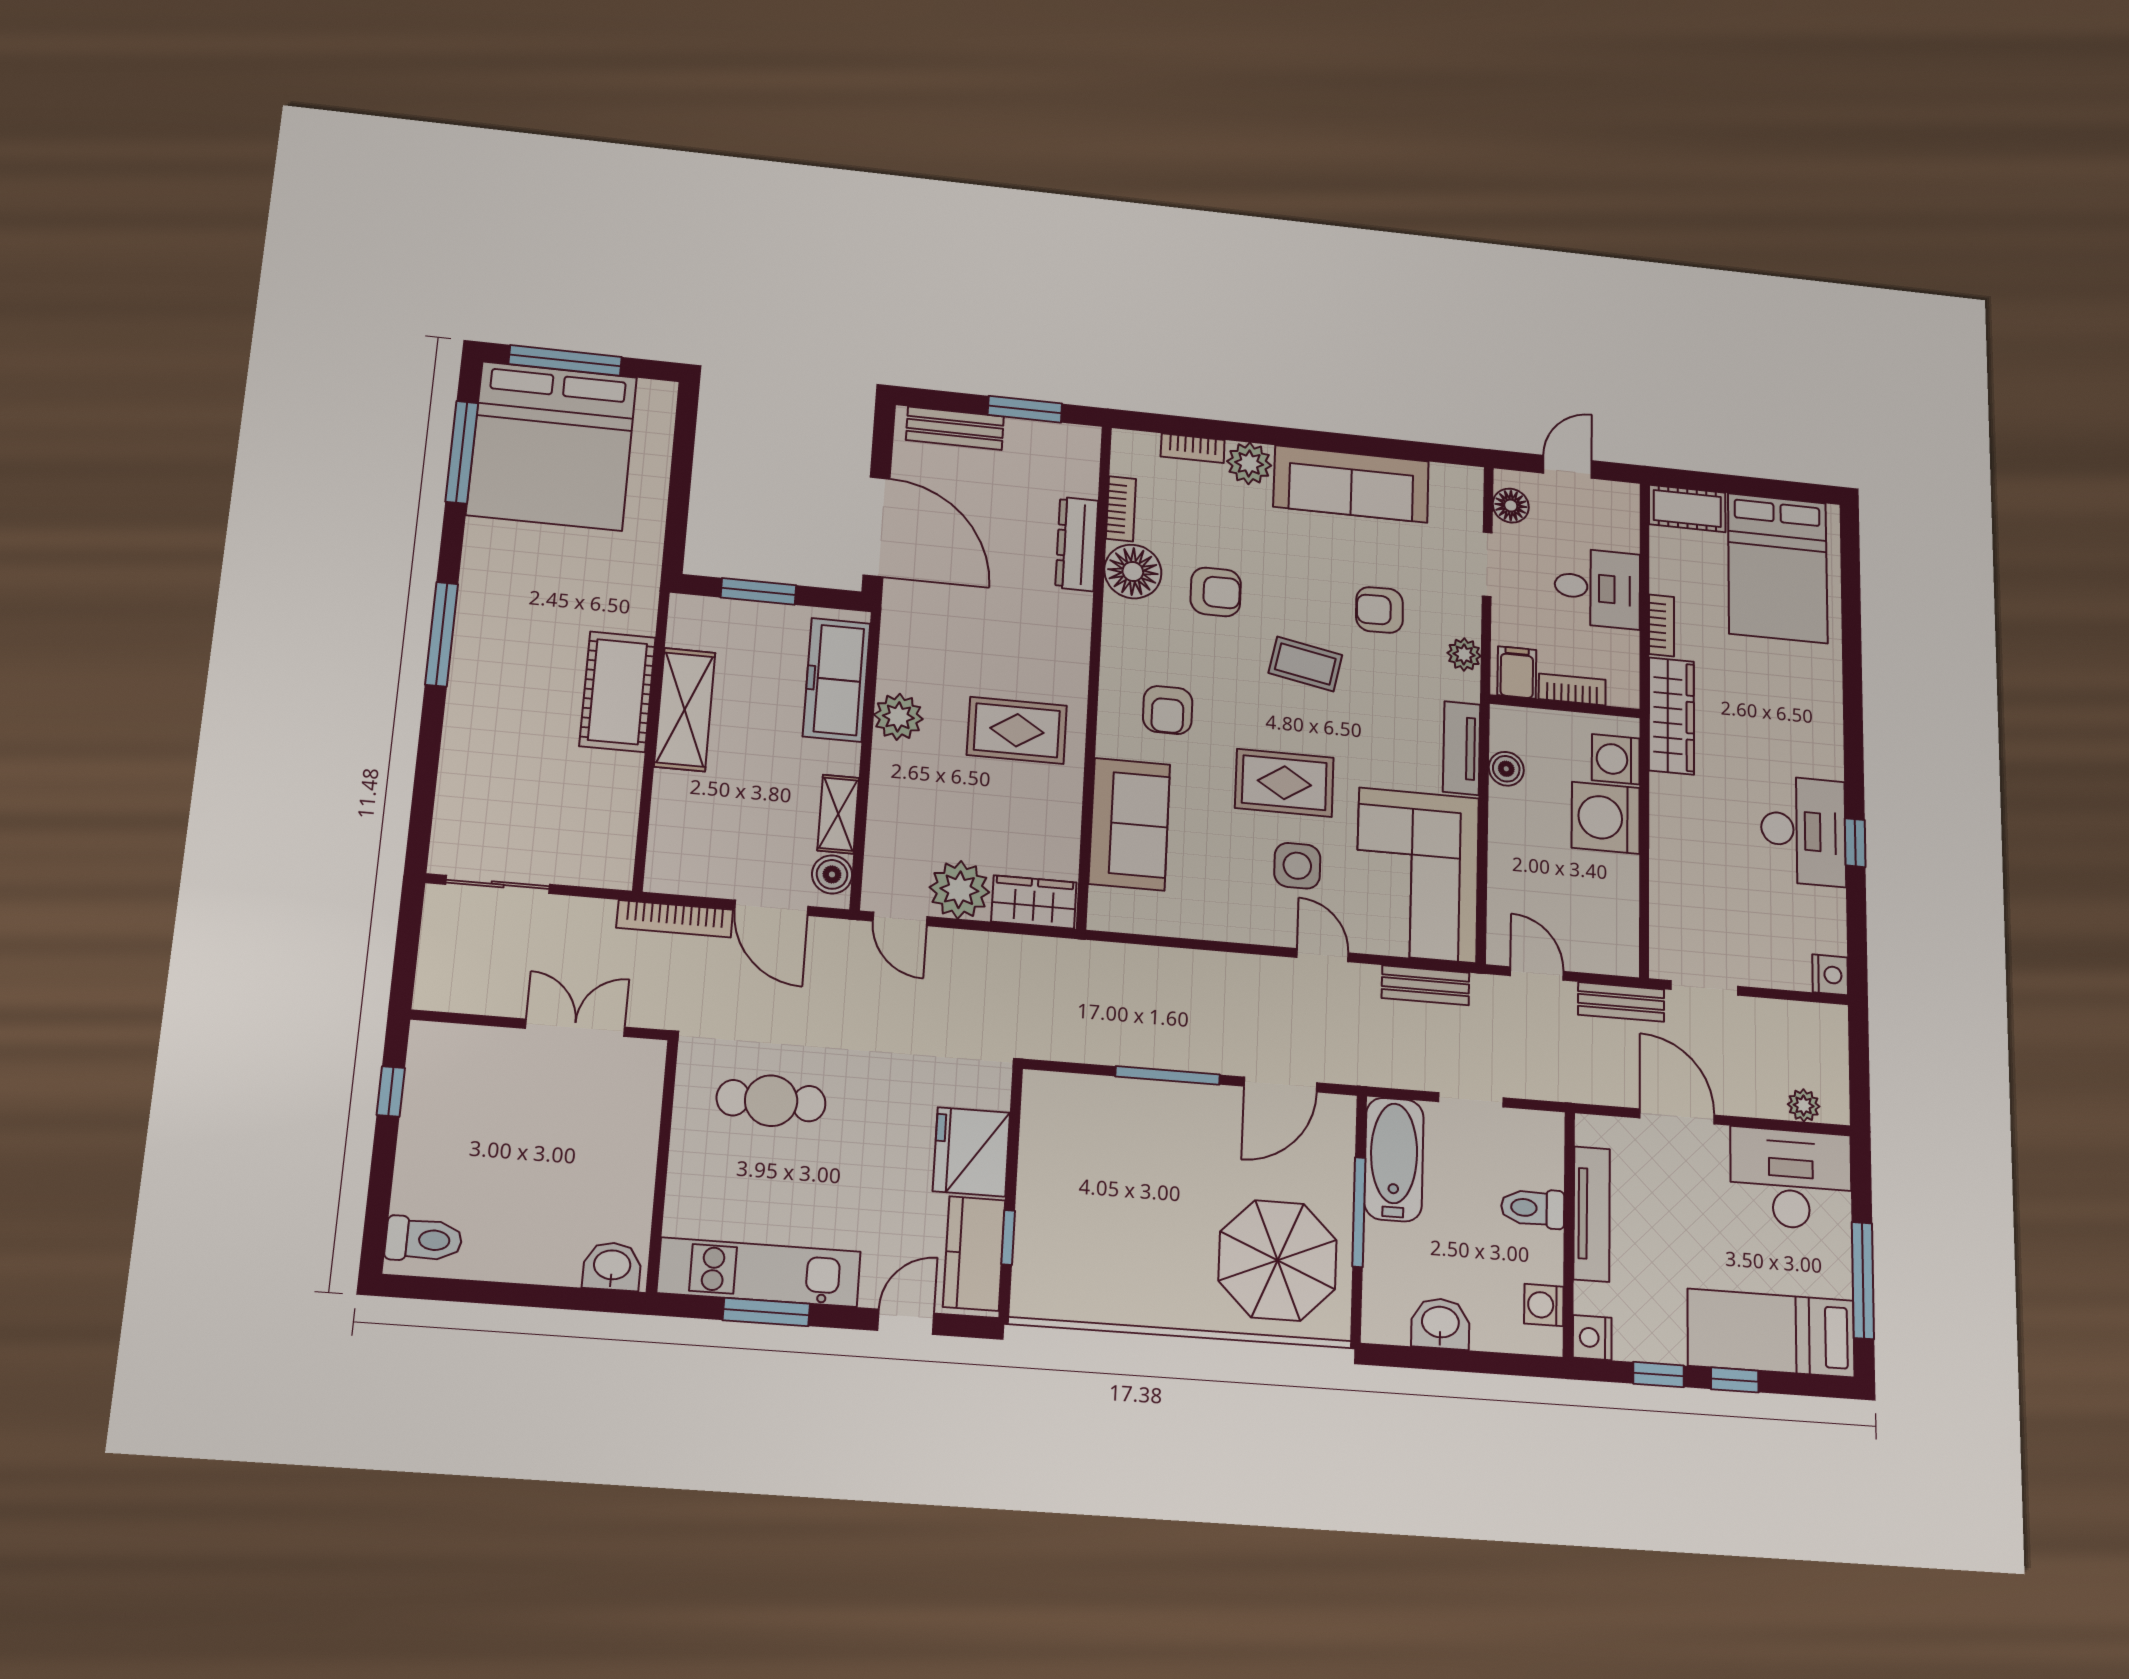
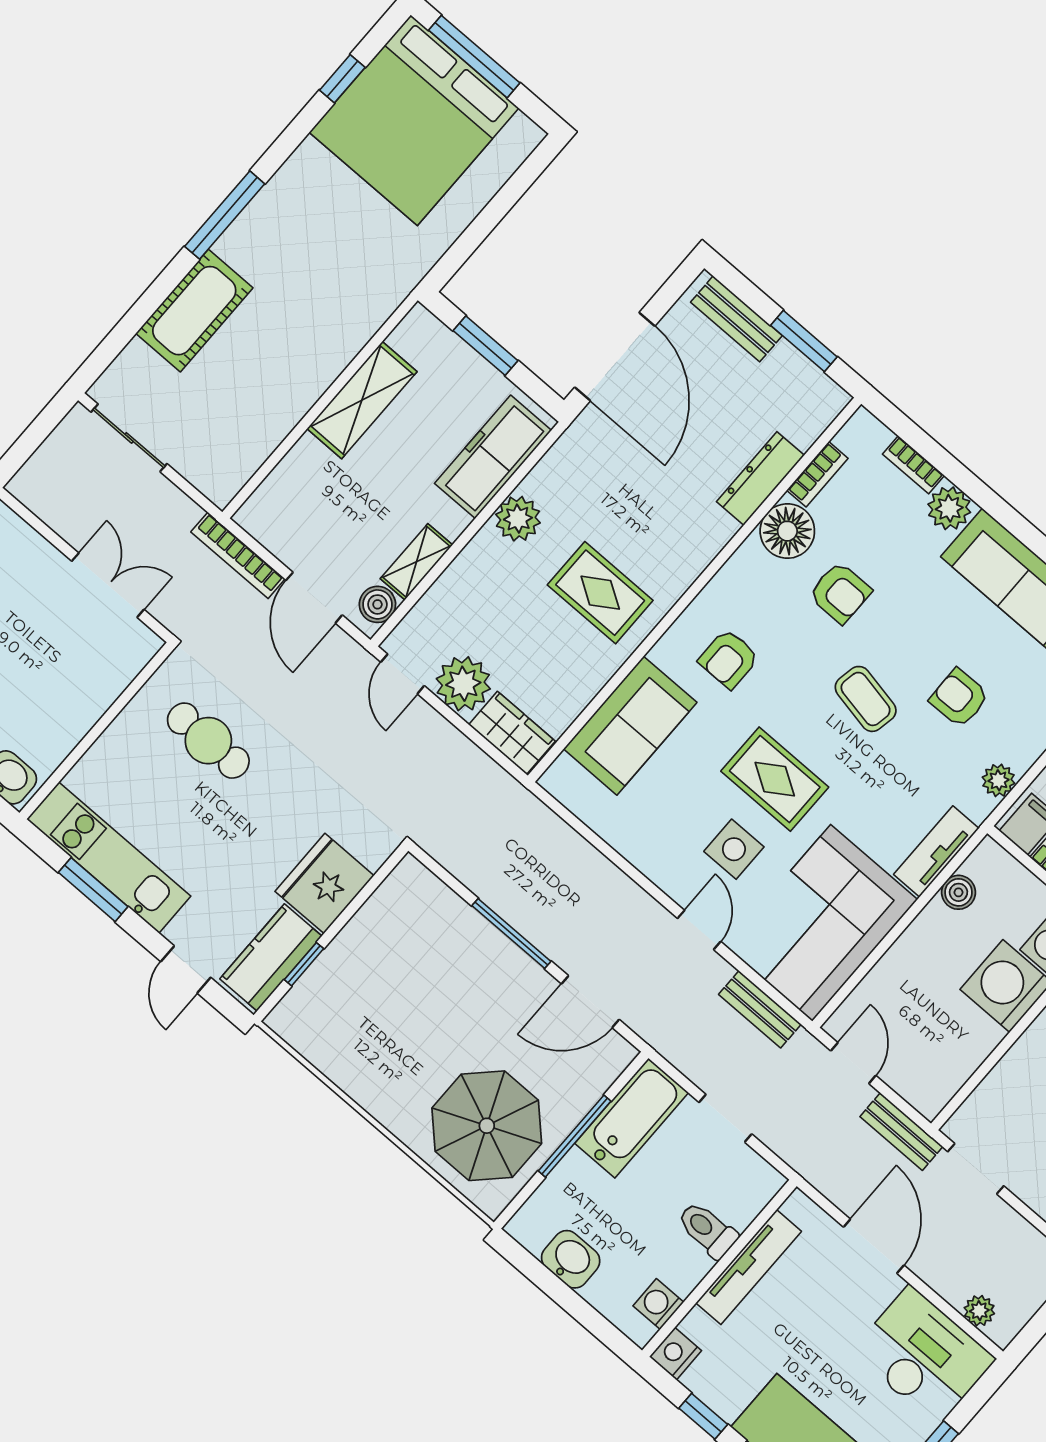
window: (462, 452) -> (342, 79), width x0.46
cot: (618, 692) -> (194, 311), moved
door: (906, 1322) -> (186, 969), swing flipped

